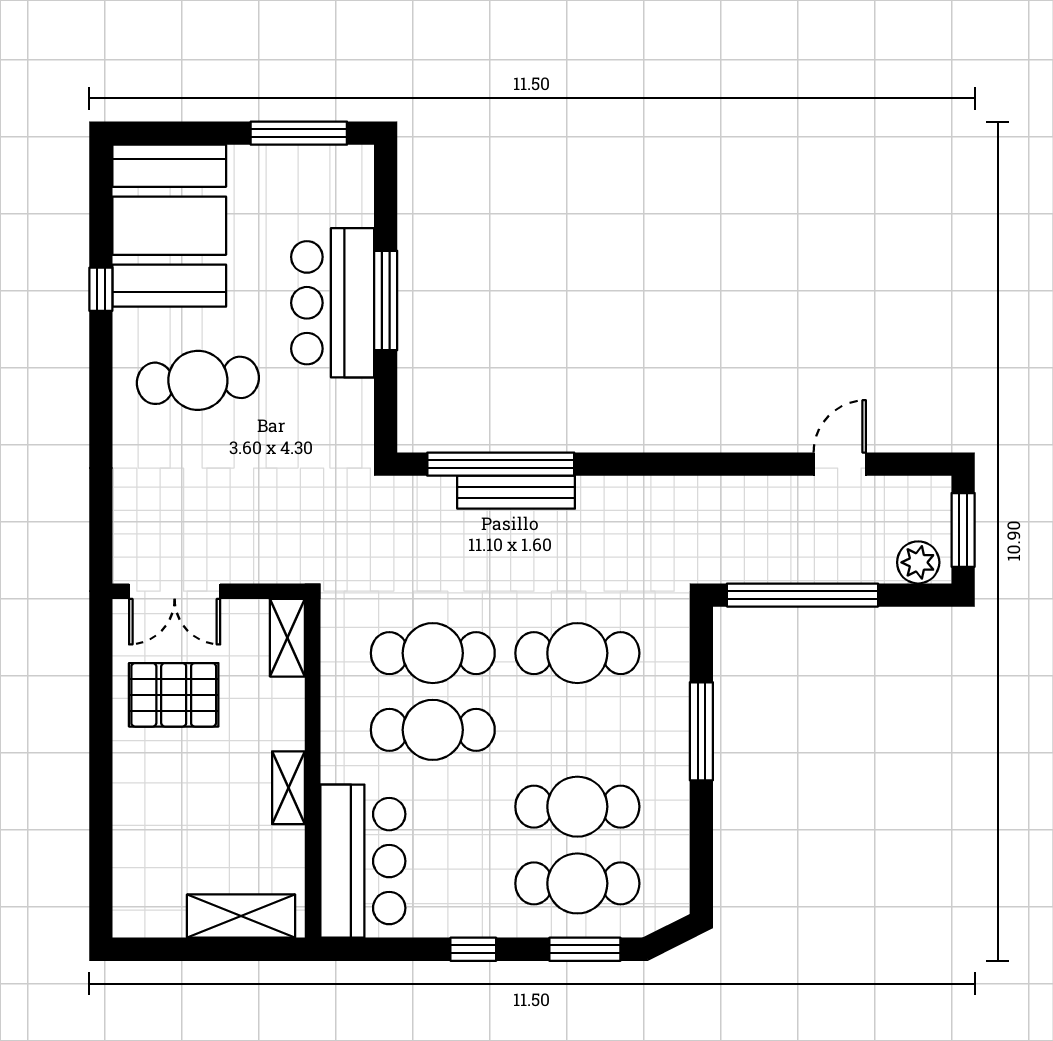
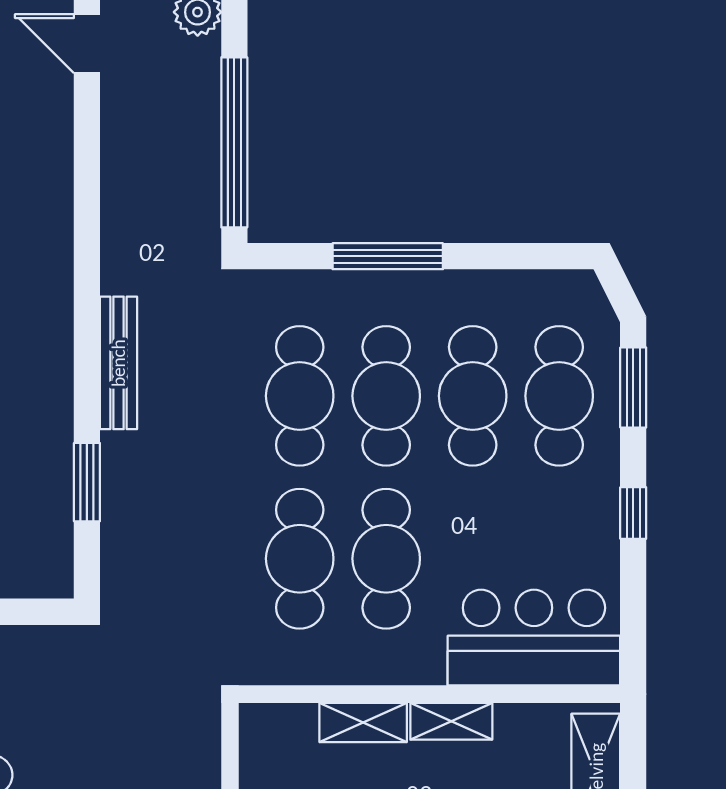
window: (501, 464) -> (87, 482), width x0.47
door: (840, 464) -> (87, 44), moved
bench: (516, 492) -> (118, 363), moved
shelving: (287, 638) -> (363, 722), moved
cafe table: (577, 730) -> (386, 396), added

